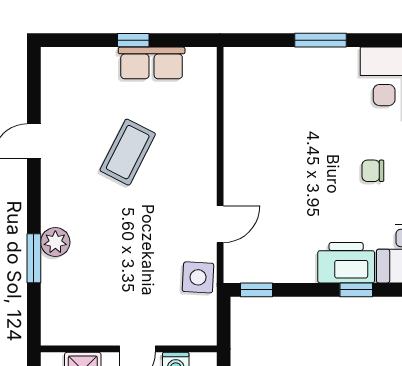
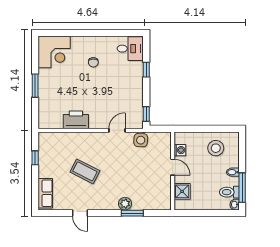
window: (133, 40) -> (35, 158), moved
row of seats: (152, 63) -> (45, 193), moved
door: (220, 224) -> (117, 130), hinge flipped
printer: (346, 263) -> (76, 120), moved, turned 90

